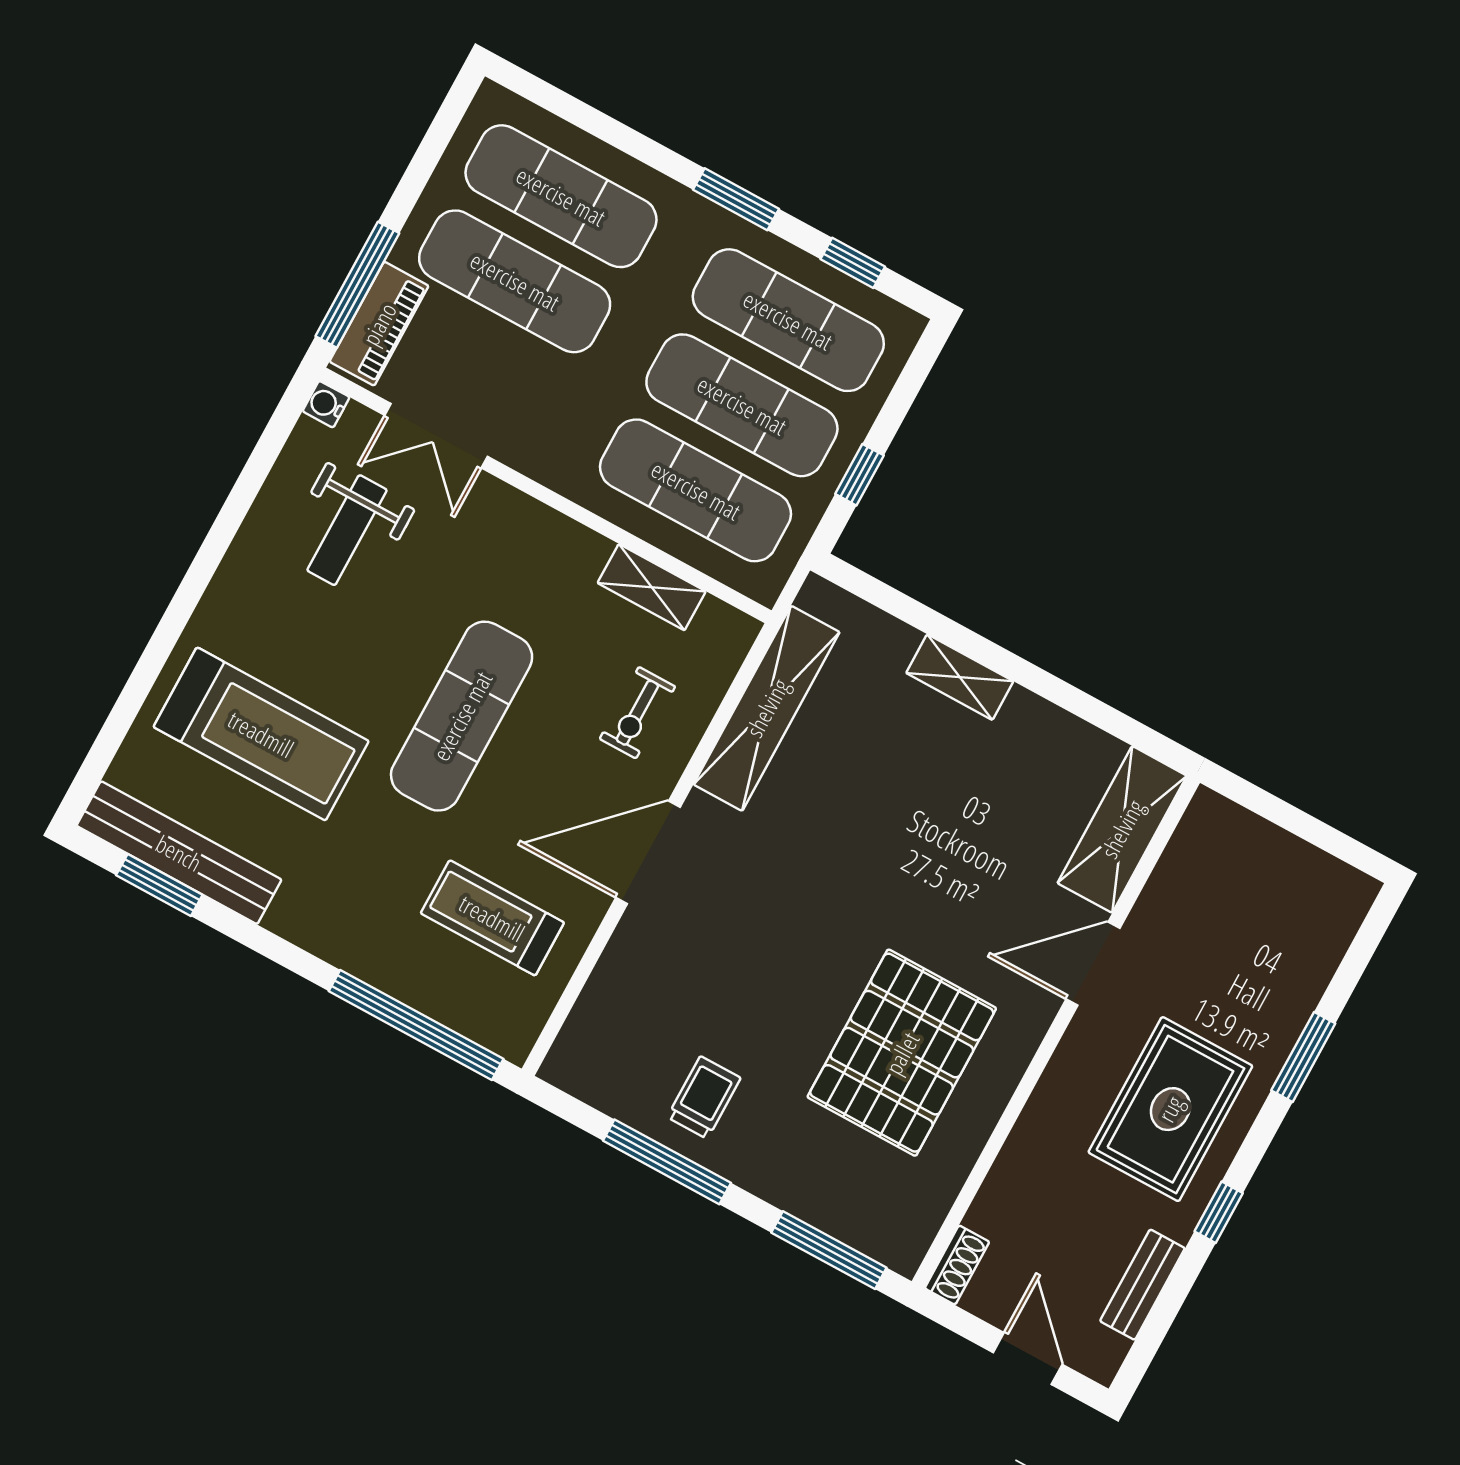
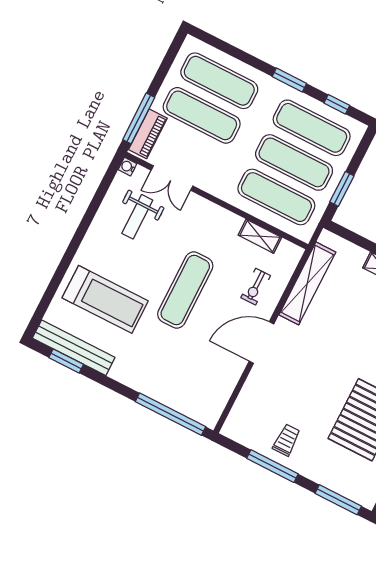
window: (859, 475) -> (342, 189), width x1.50
treadmill: (492, 918) -> (200, 370), removed

